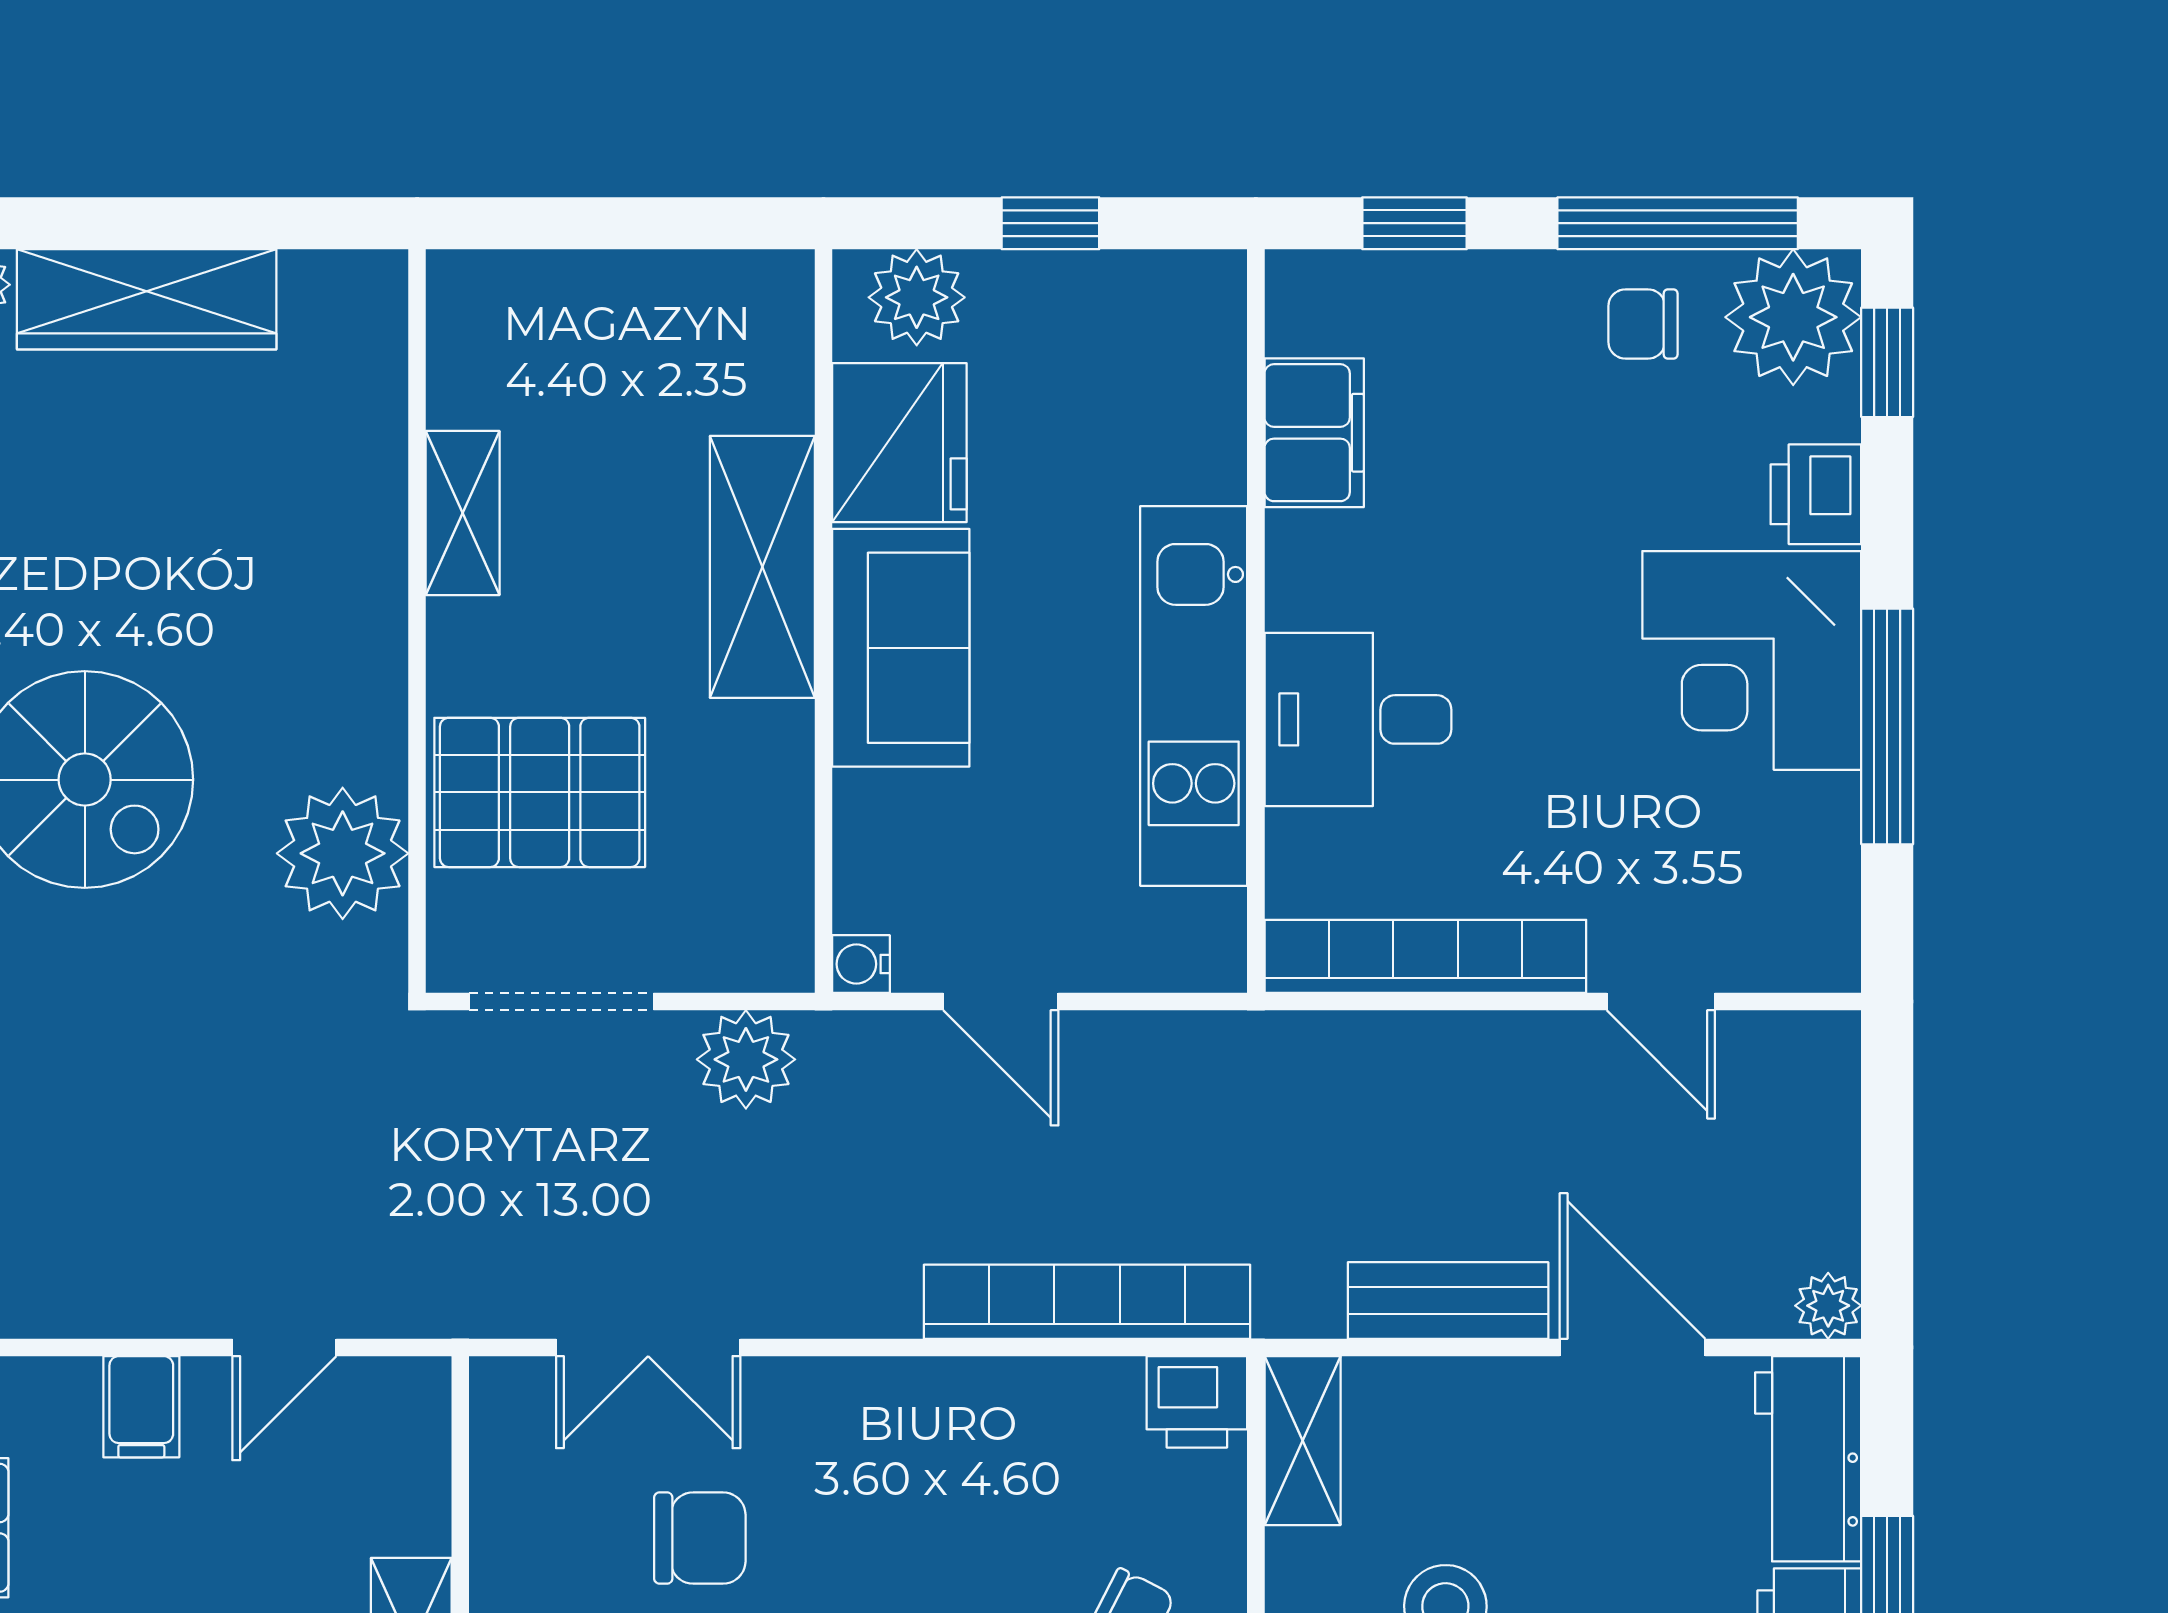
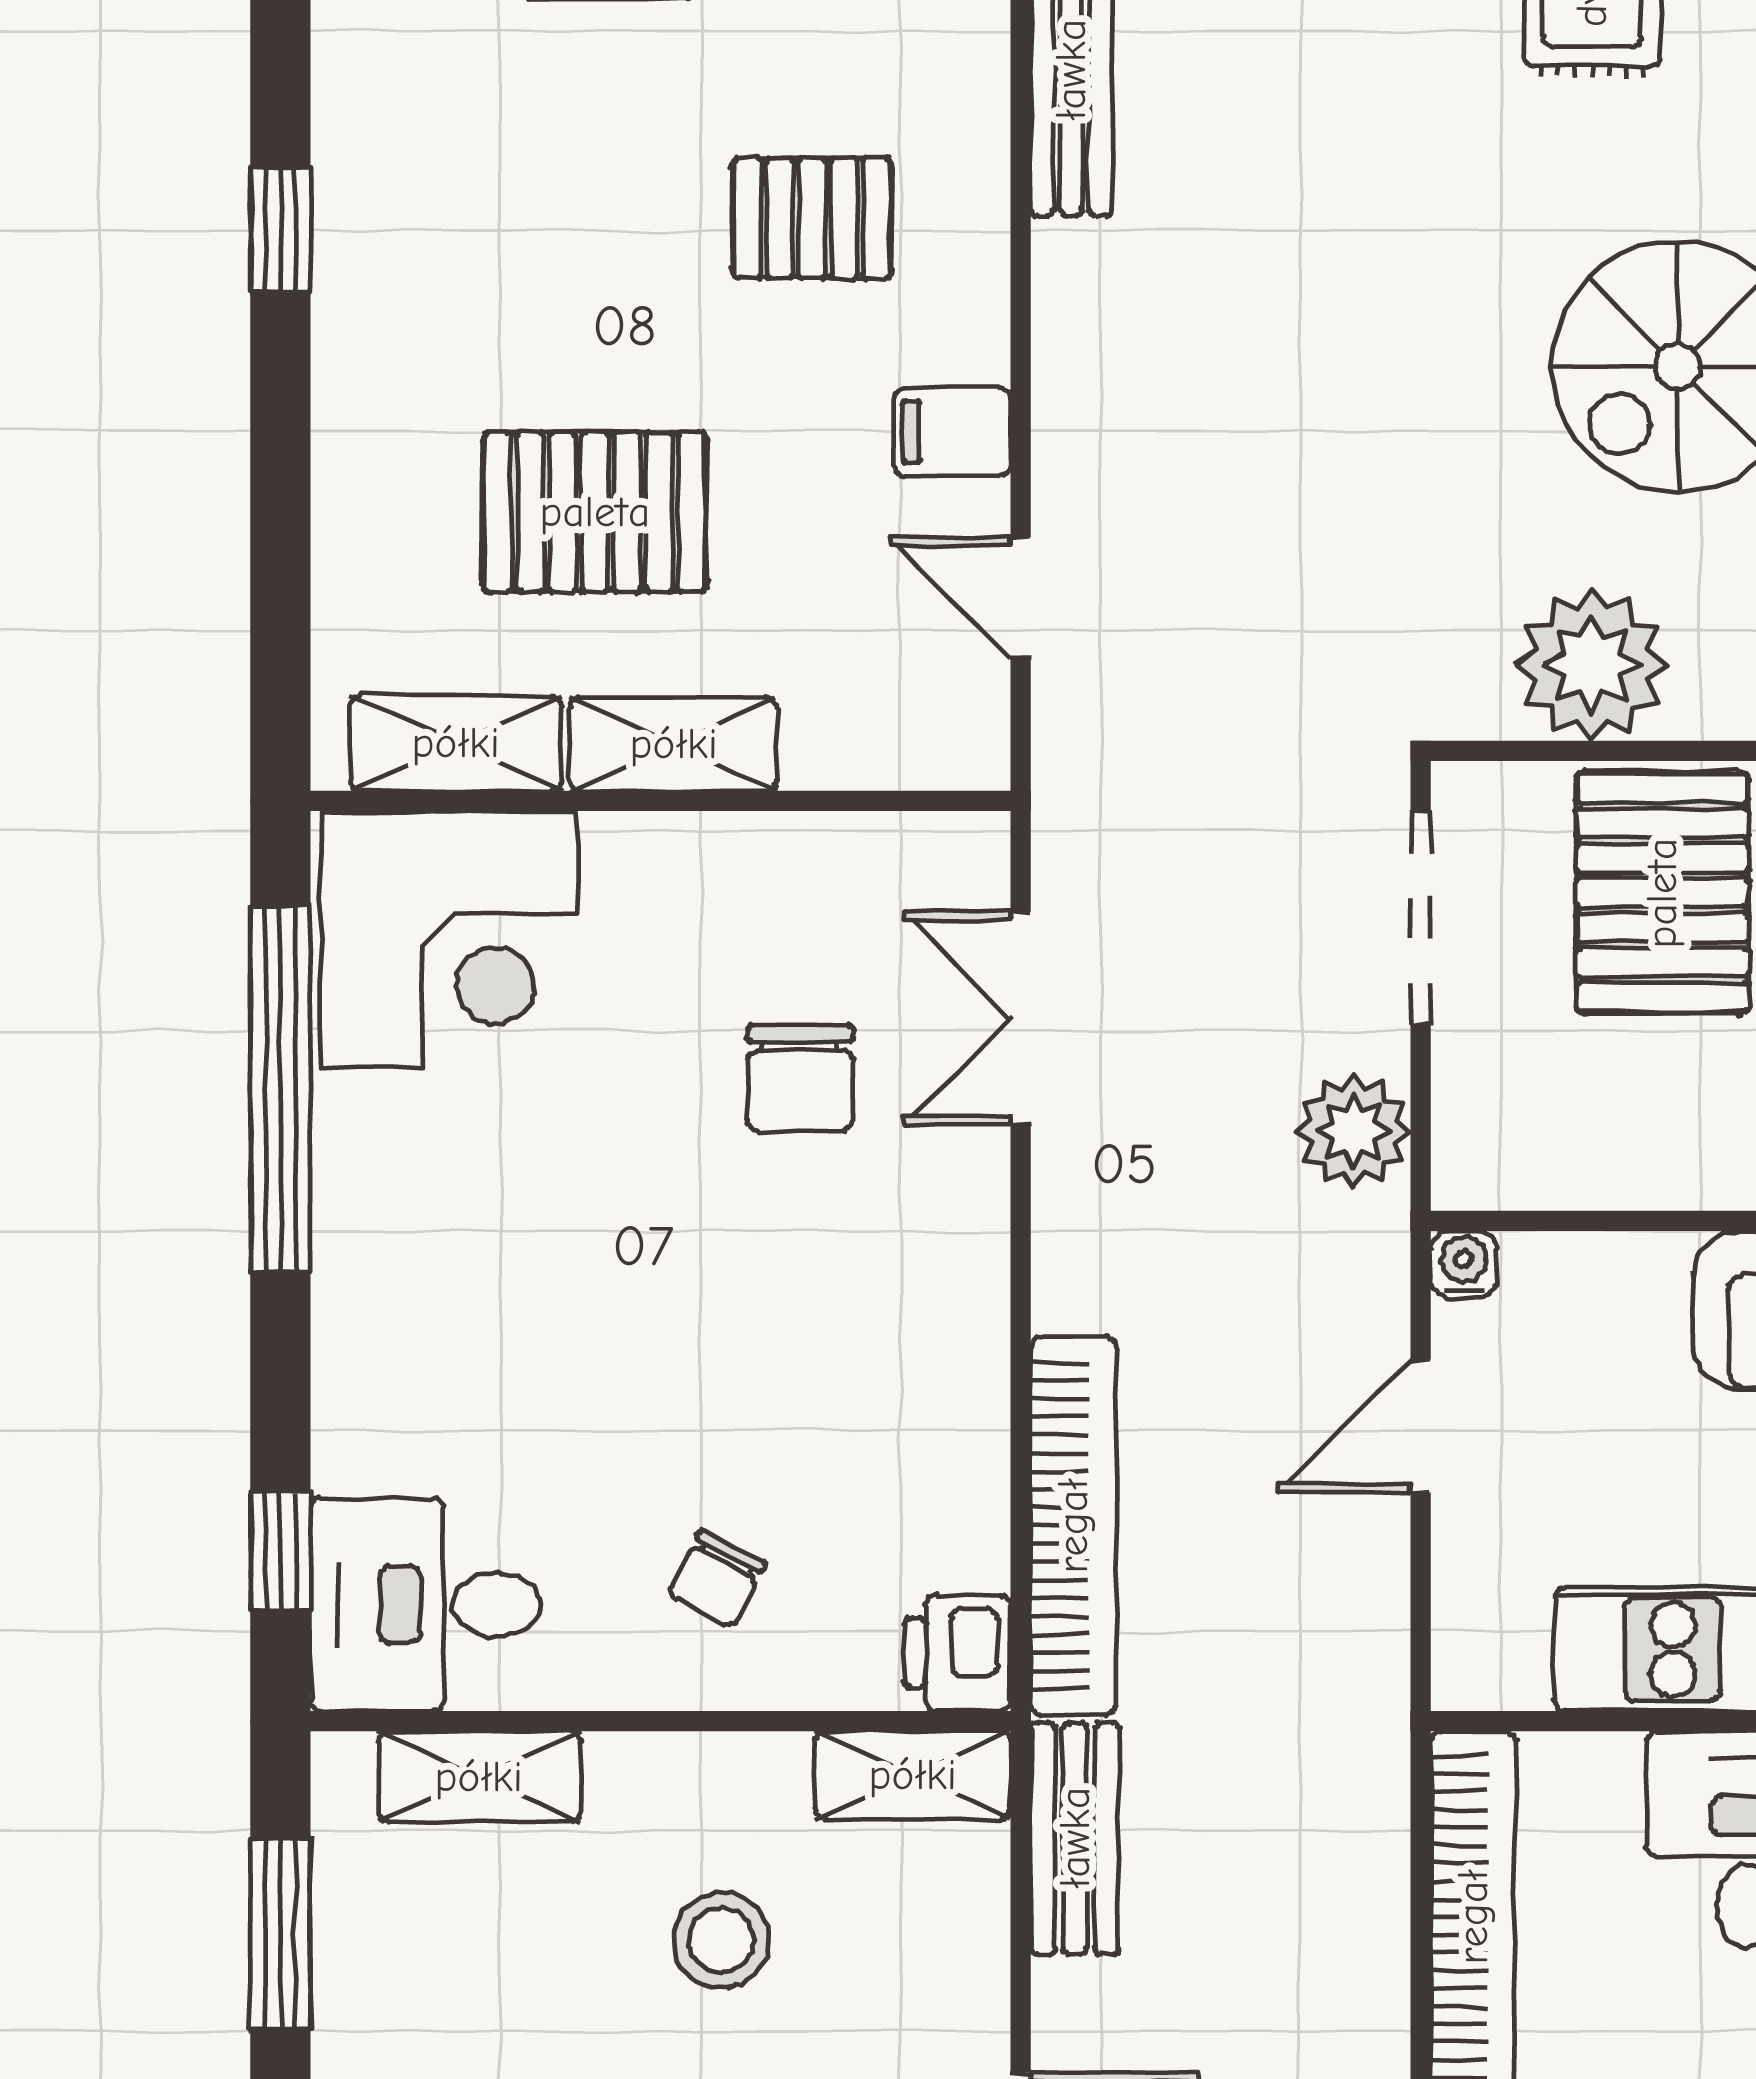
bench: (1448, 1301) -> (1075, 1838), moved

